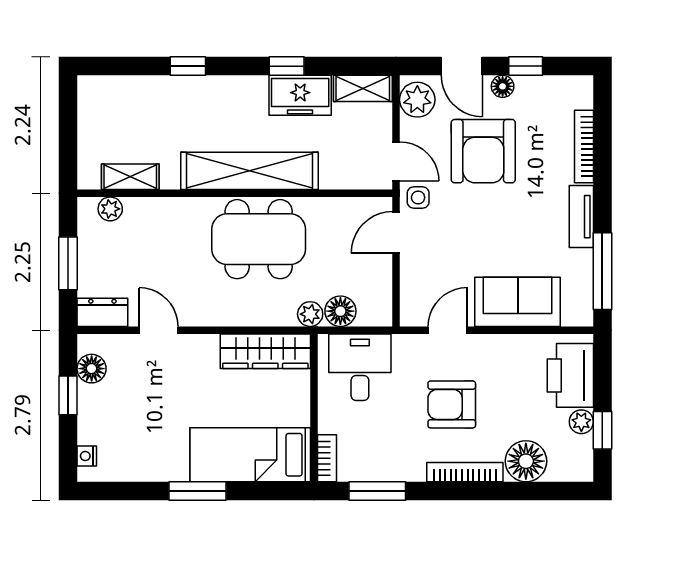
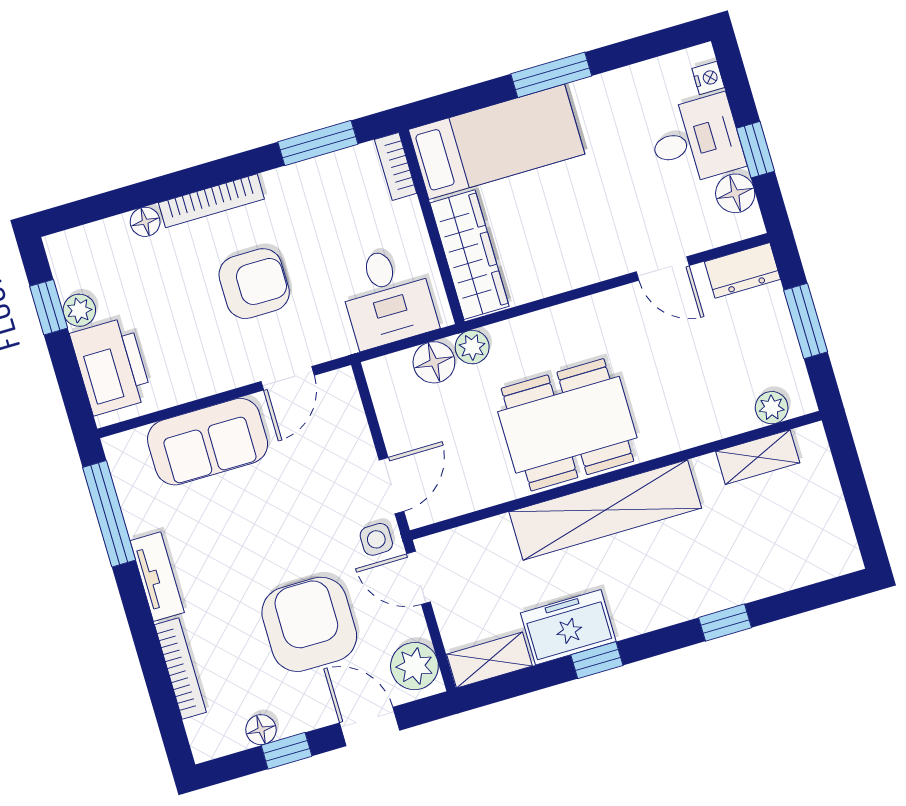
floor lamp: (503, 86) -> (261, 730), moved
wardrobe: (265, 351) -> (469, 255), moved, turned 90
desk: (108, 414) -> (696, 140), added
floor lamp: (526, 461) -> (145, 222), width x0.53, depth x0.53

